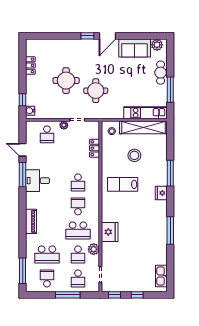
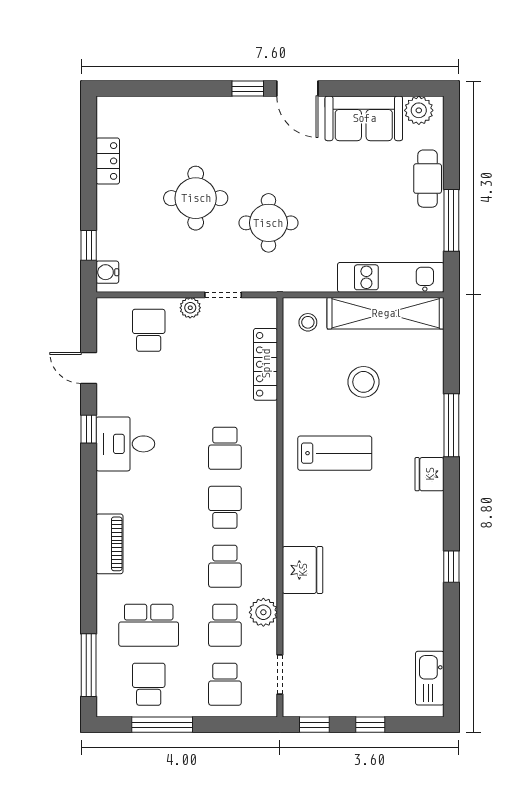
door: (107, 36) -> (297, 89), hinge flipped
school desk: (47, 134) -> (149, 330), turned 180
locker: (95, 148) -> (266, 364), width x1.53
window: (23, 175) -> (89, 429), width x0.46
lab bench: (123, 184) -> (335, 453), turned 180
school desk: (78, 230) -> (225, 566), width x0.54
window: (170, 231) -> (451, 567), width x0.46
window: (68, 295) -> (162, 725), moved

